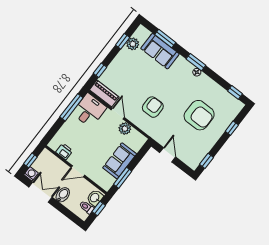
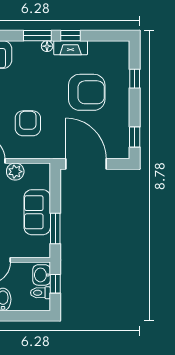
fireplace: (209, 83) -> (71, 48), added
window: (235, 92) -> (70, 36), moved
door: (168, 155) -> (86, 164), width x1.87

